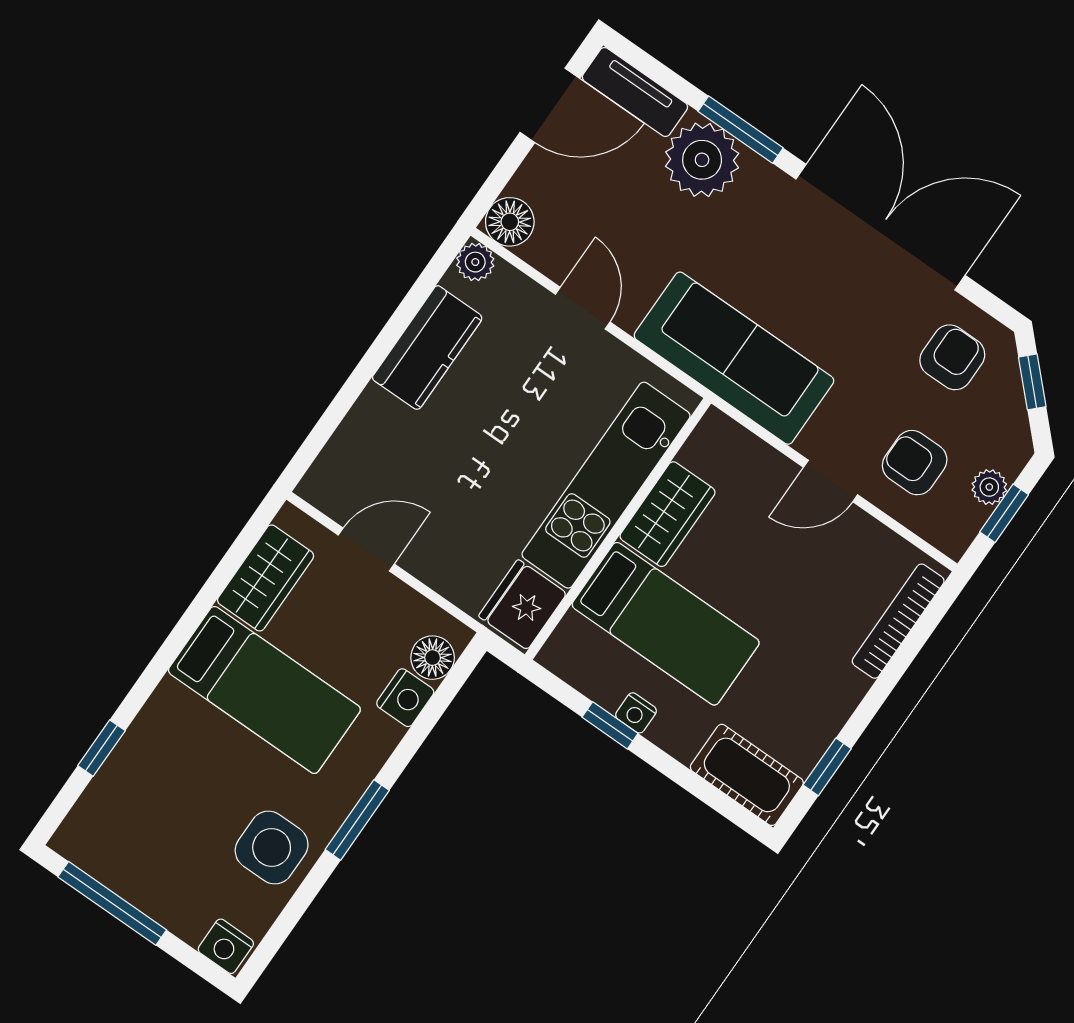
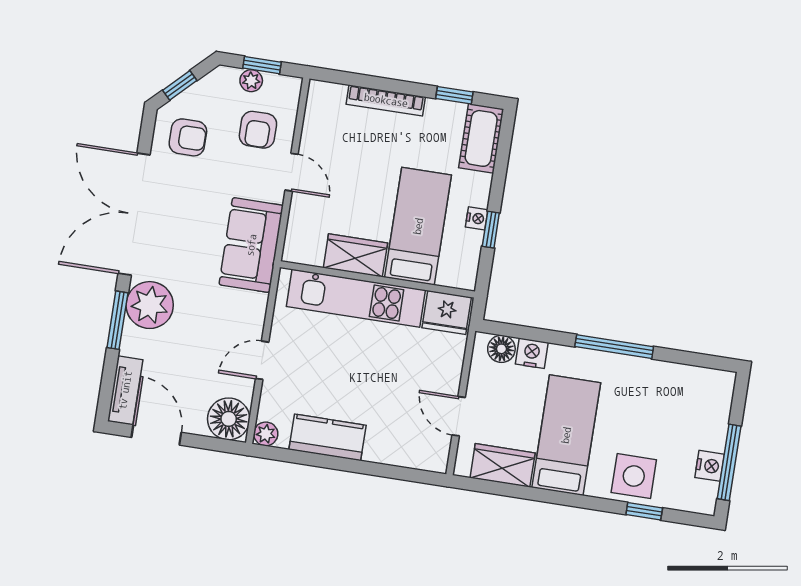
plant: (702, 160) -> (150, 305), moved
floor lamp: (510, 222) -> (229, 419), width x1.38, depth x1.38
armchair: (952, 357) -> (188, 137), turned 180
sofa: (734, 358) -> (251, 245), width x0.73
bookcase: (898, 621) -> (386, 100), moved
window: (357, 820) -> (614, 347), width x1.44
side table: (272, 848) -> (634, 476), moved
nightstand: (226, 946) -> (710, 466), moved

